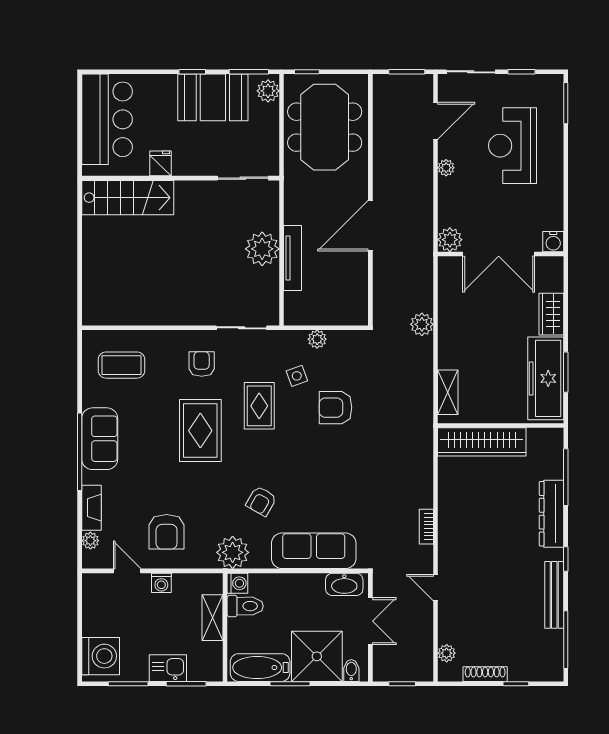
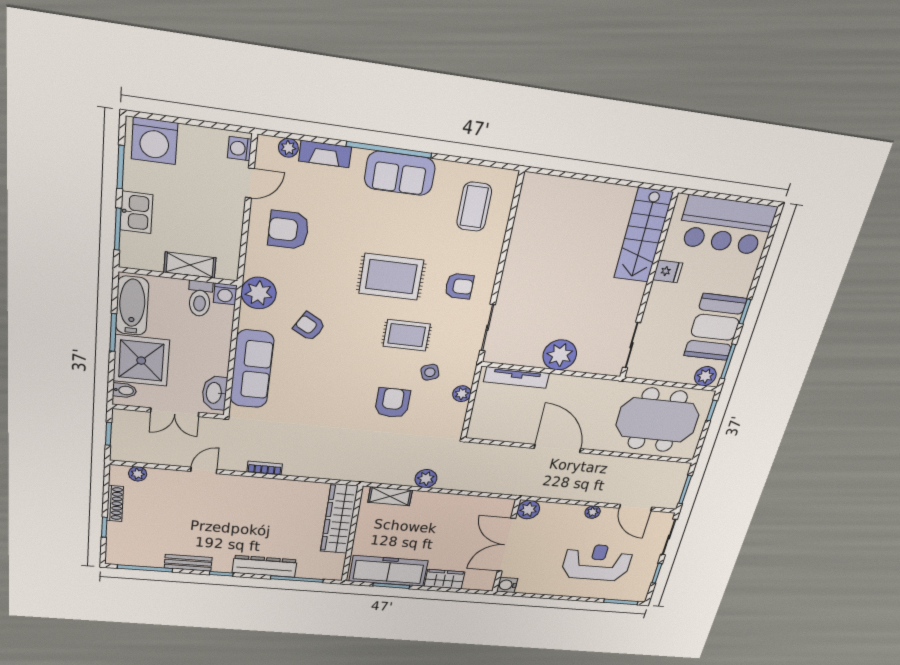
tv unit: (292, 258) -> (516, 377), moved
plant: (422, 324) -> (426, 479), moved
washing machine: (161, 583) -> (240, 148), moved
bench: (554, 595) -> (188, 563), width x0.73

